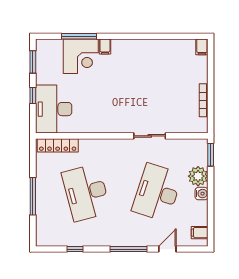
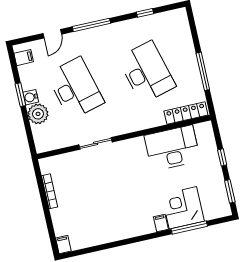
desk: (54, 109) -> (172, 148), moved, turned -90
window: (211, 155) -> (20, 95), moved
desk: (157, 192) -> (75, 88), turned -33
window: (33, 196) -> (203, 71), moved

